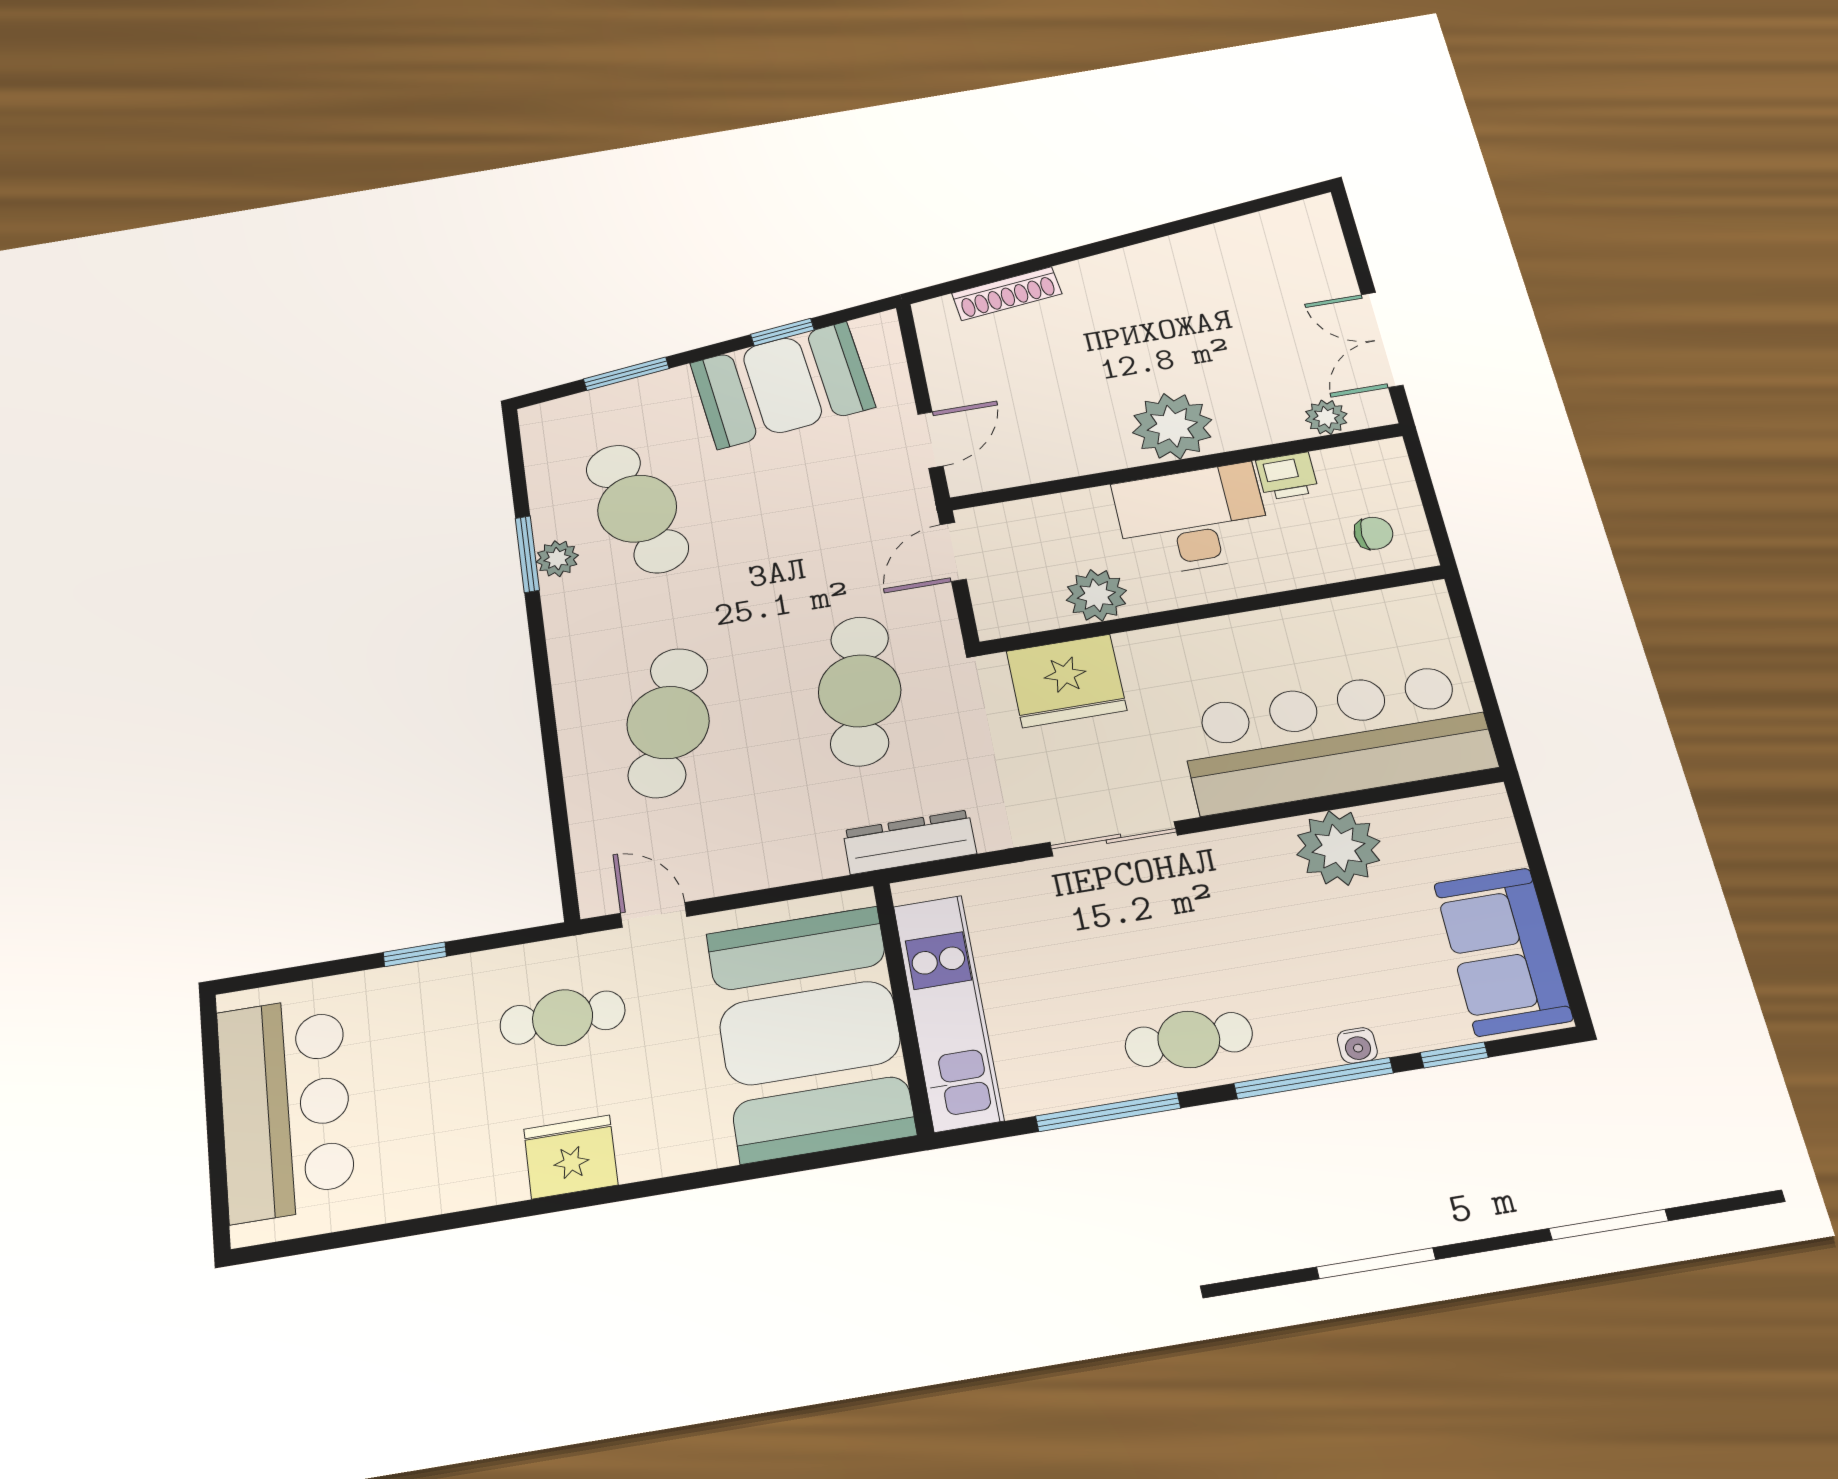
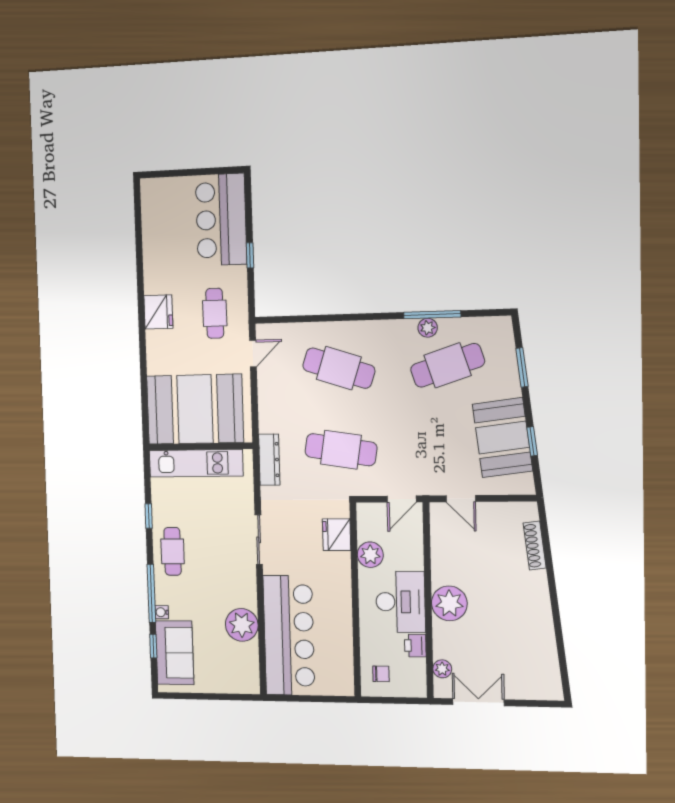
chair: (1374, 533) -> (381, 674), turned -90
door: (953, 552) -> (402, 499), swing flipped
window: (527, 554) -> (432, 315), width x1.44
fridge: (1066, 681) -> (337, 535), width x0.73, depth x0.75
sofa: (1503, 951) -> (175, 653), moved, turned 90
bar counter: (286, 1107) -> (221, 220), moved, turned 90
window: (1108, 1112) -> (149, 516), width x0.46

